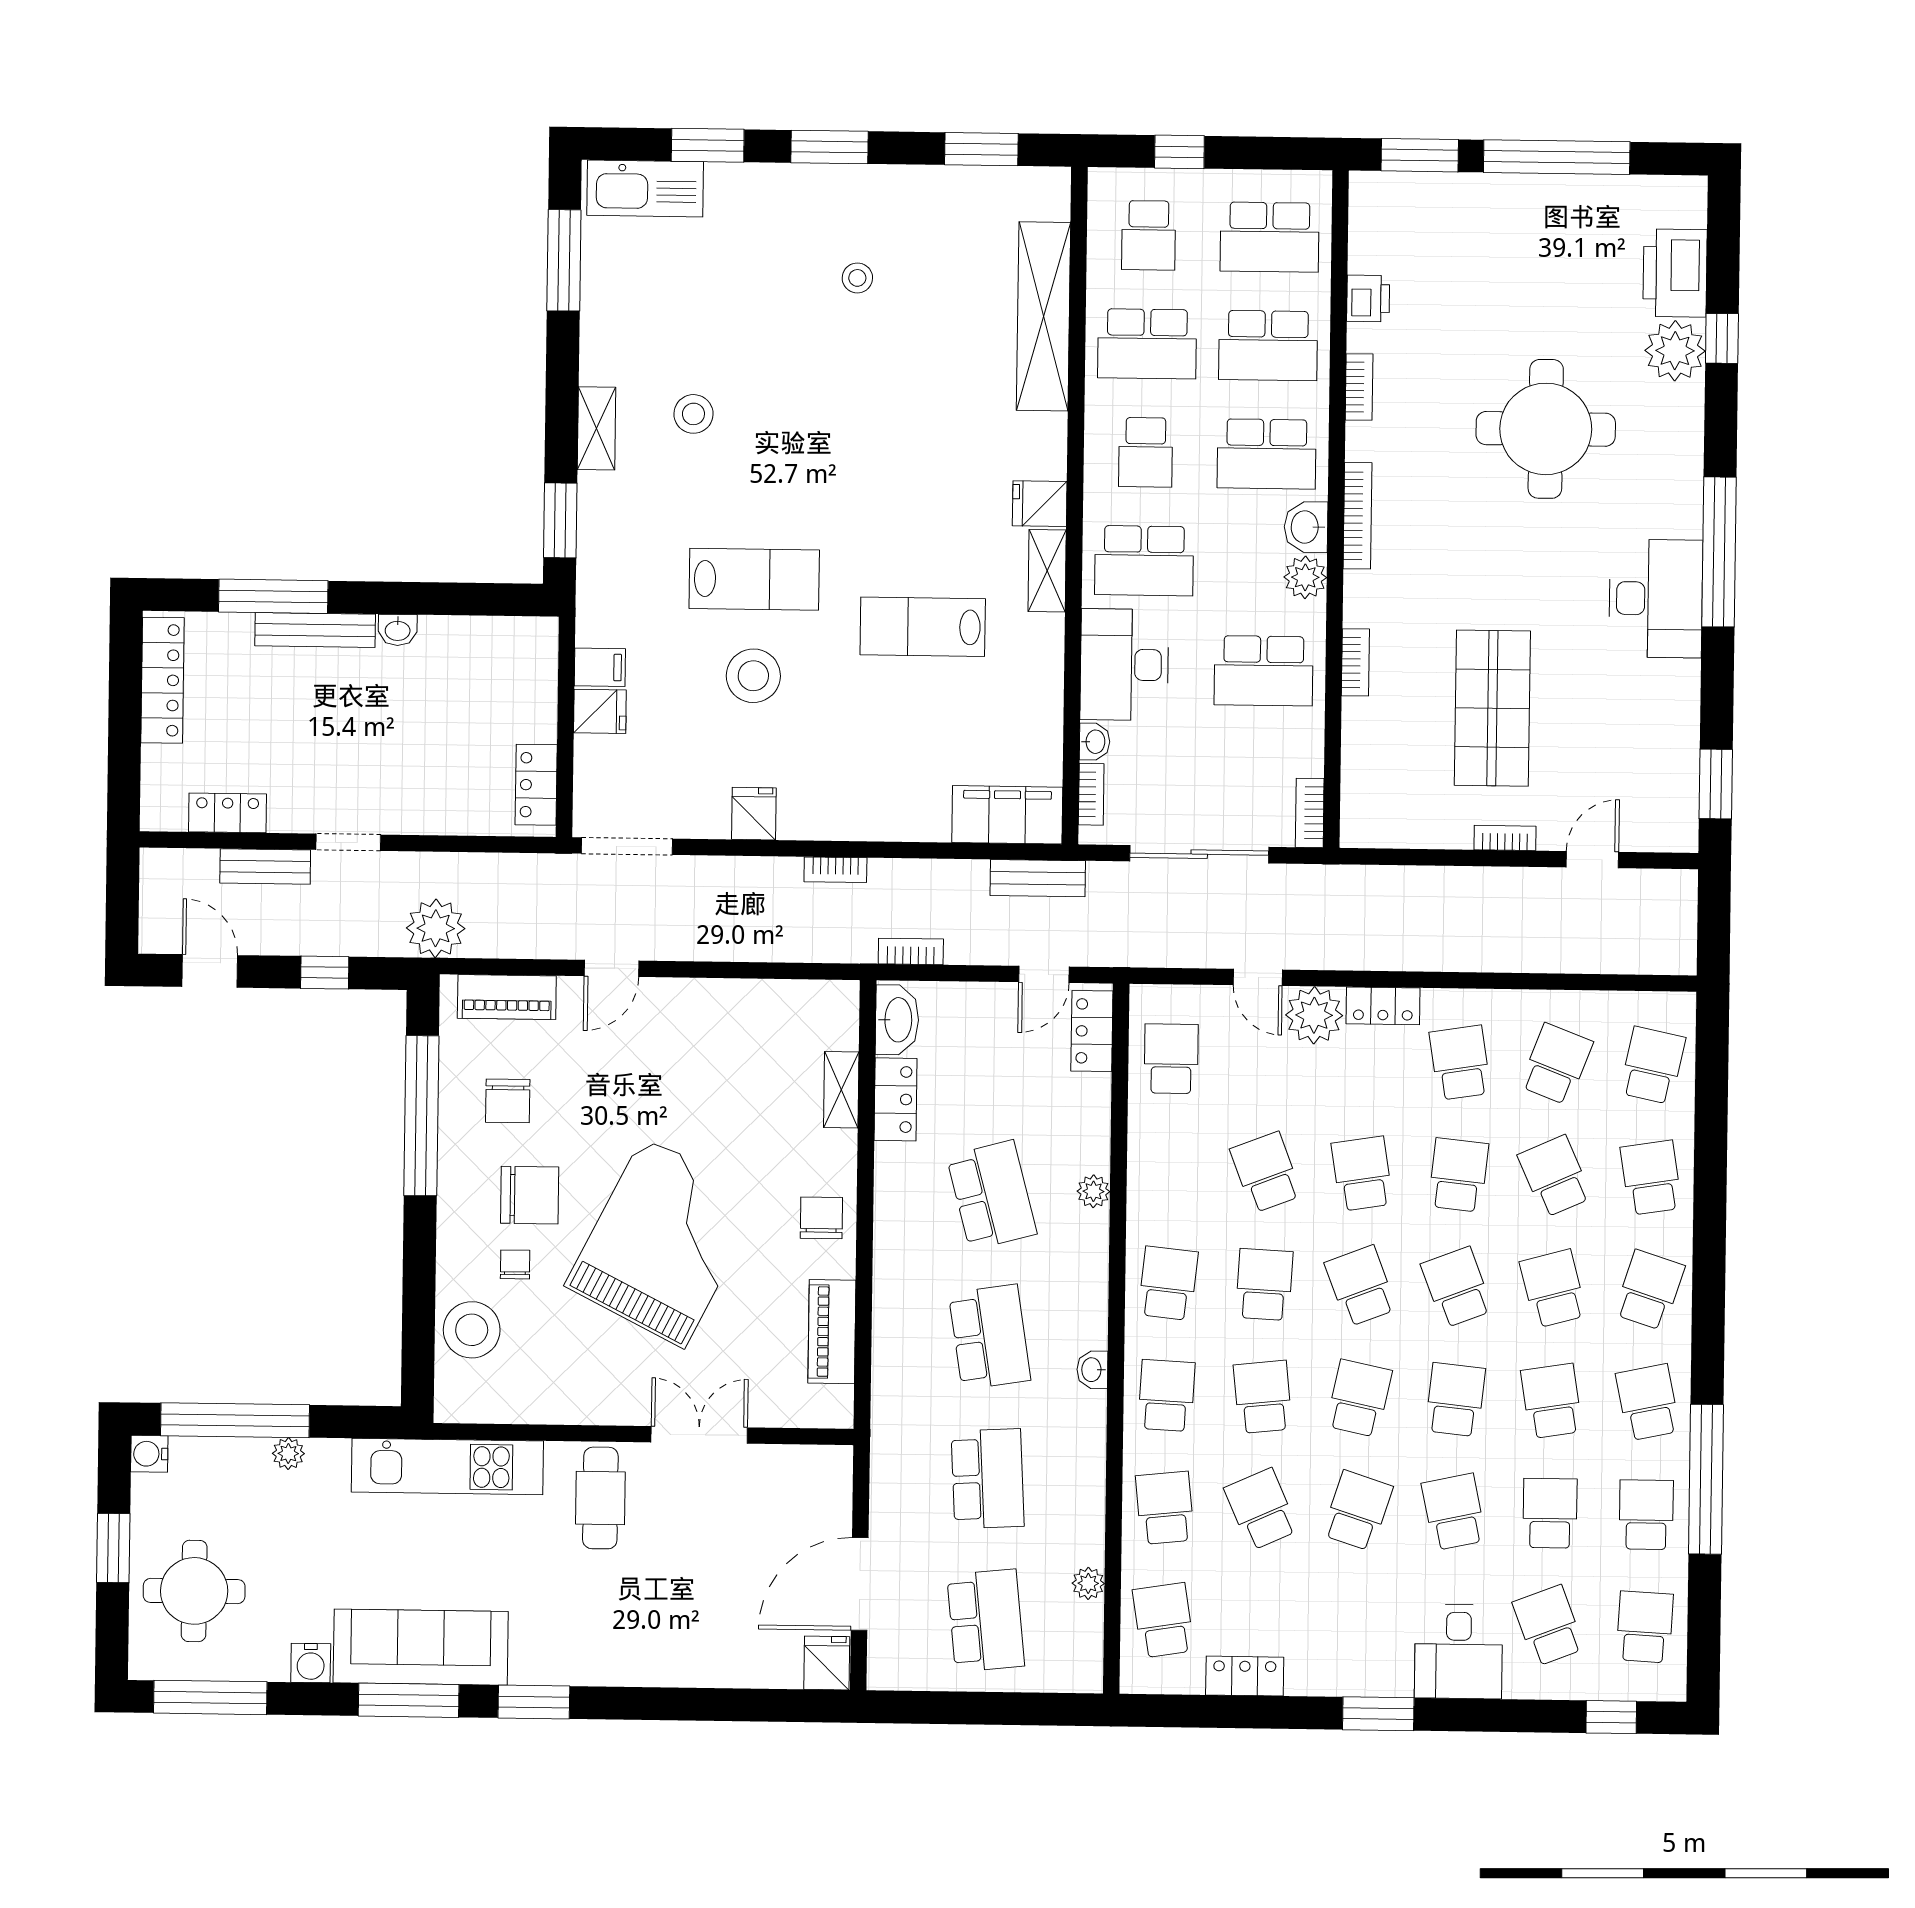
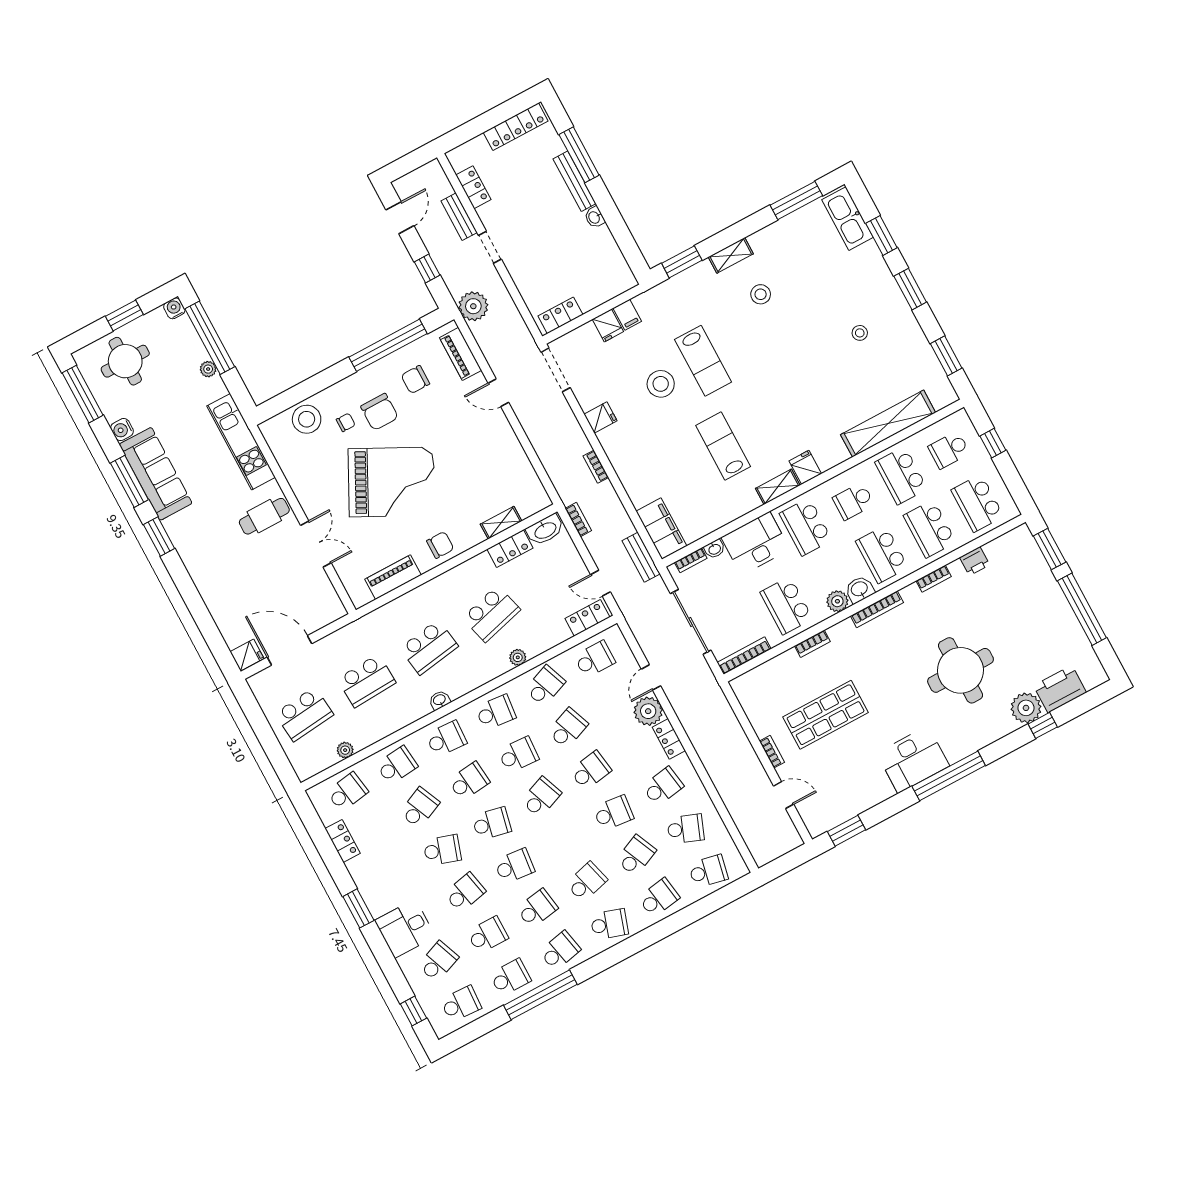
bookcase: (1310, 813) -> (744, 656), width x1.56
school desk: (1457, 1287) -> (545, 686), moved

